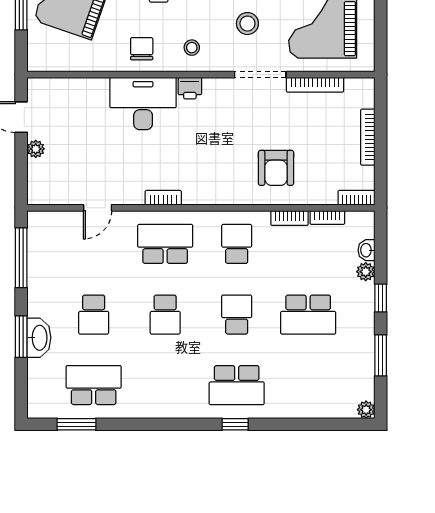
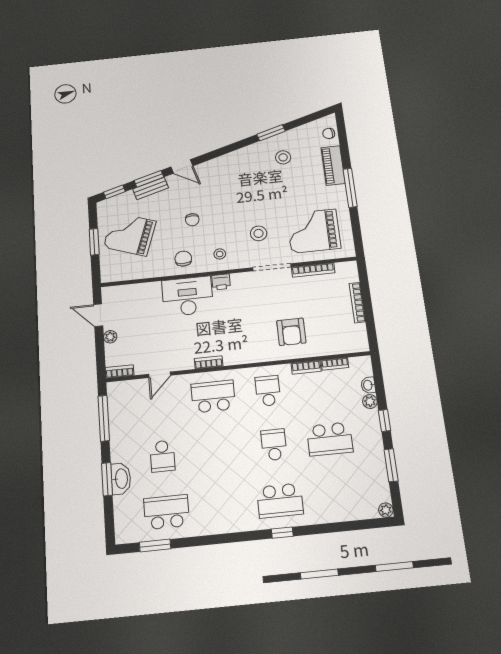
bookcase: (356, 198) -> (120, 371), moved
school desk: (165, 315) -> (218, 450), removed

